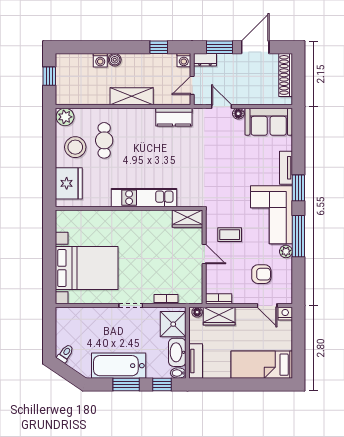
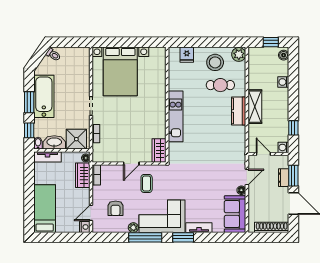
boiler: (115, 60) -> (284, 55), moved
dresser: (205, 60) -> (284, 178), moved
kitchen counter: (174, 117) -> (239, 111), moved
fridge: (69, 183) -> (187, 55), width x0.53, depth x0.75

